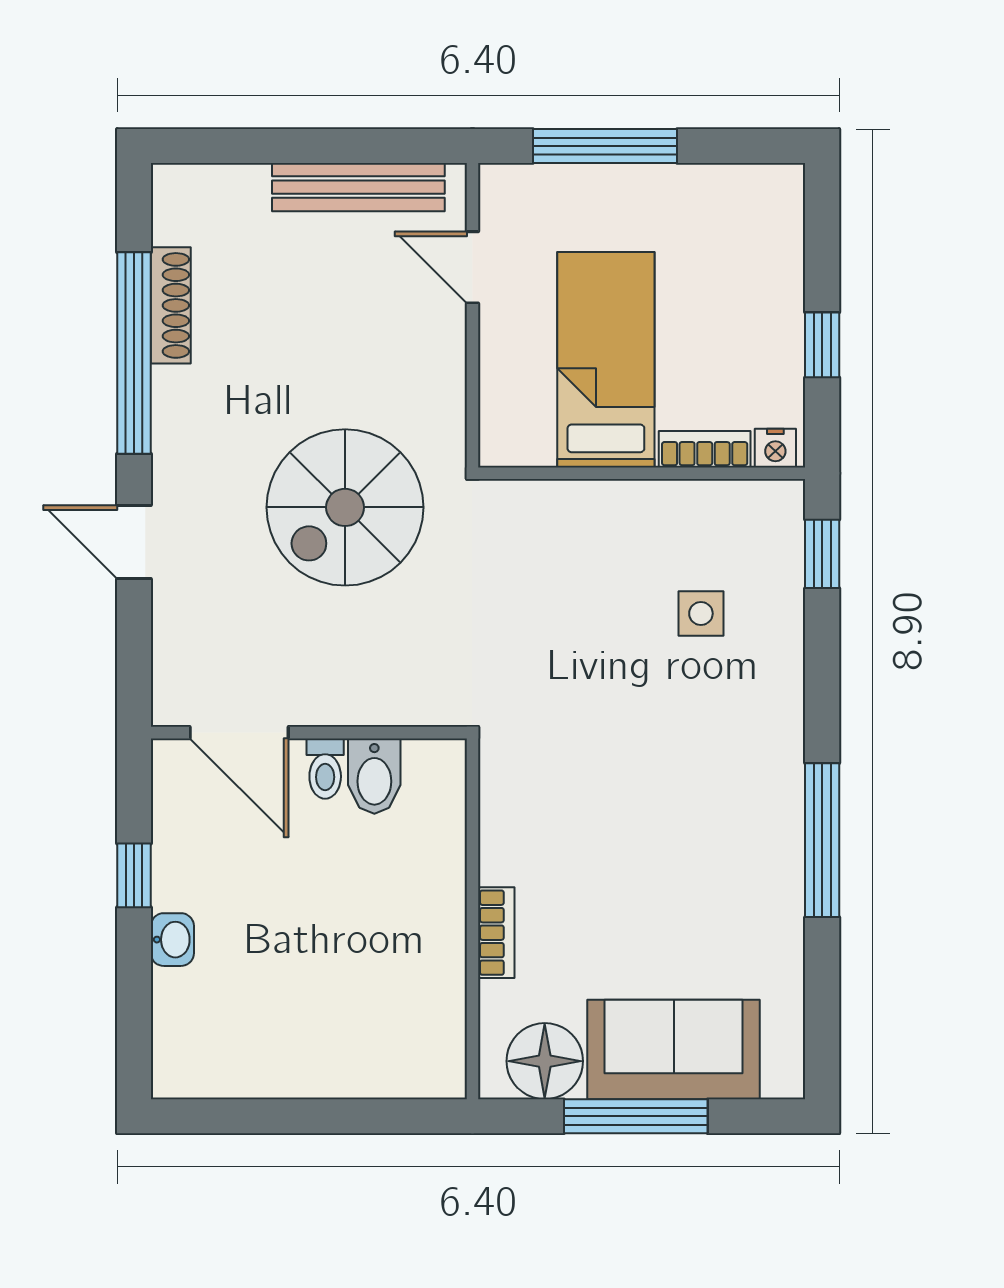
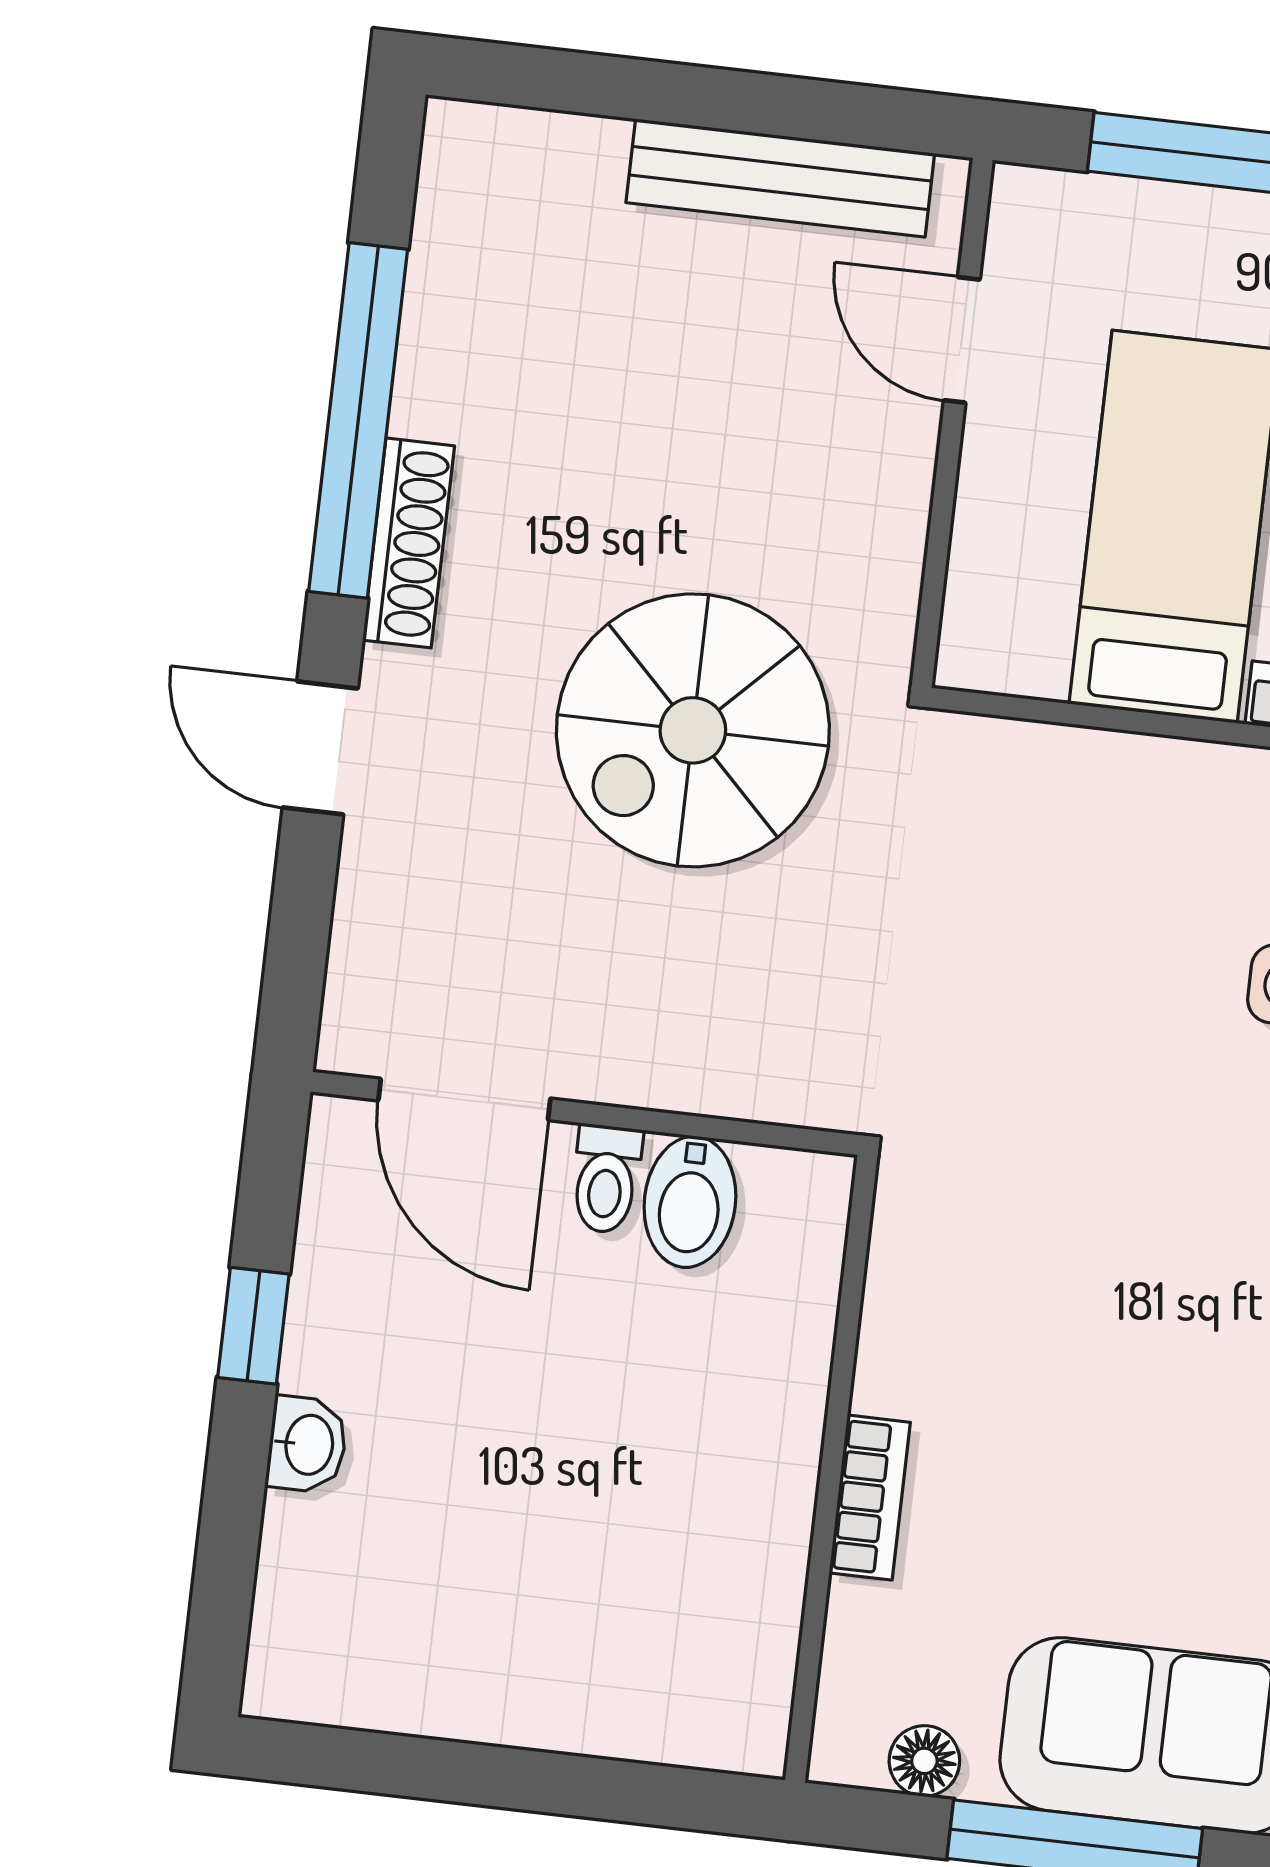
shoe rack: (171, 305) -> (409, 543), moved
floor lamp: (545, 1061) -> (924, 1761), width x0.53, depth x0.53

